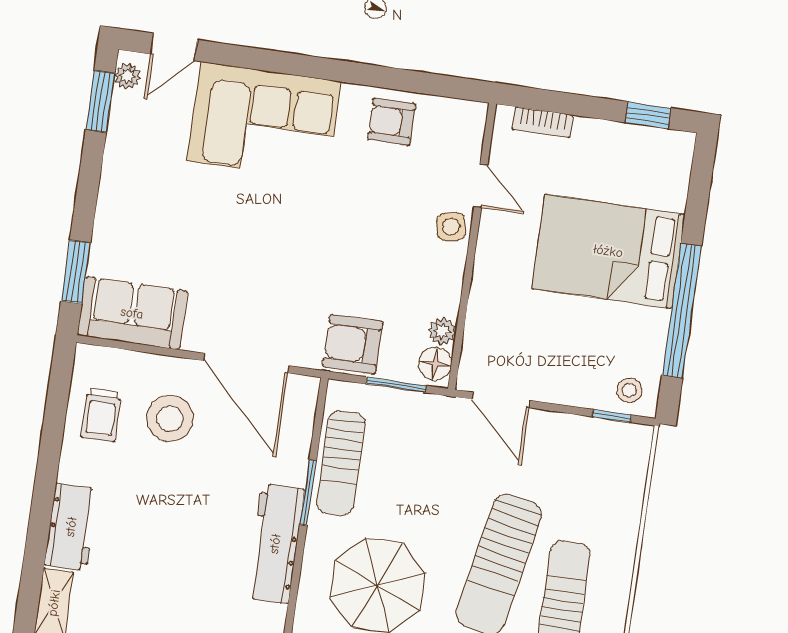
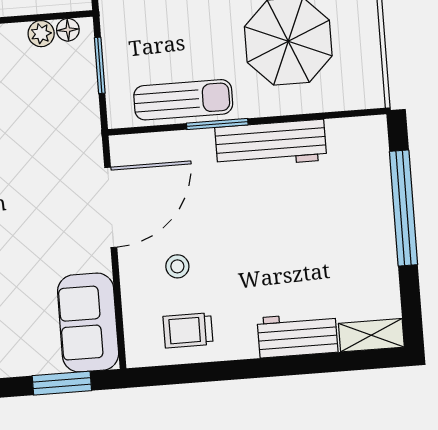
armchair: (353, 344) -> (71, 114), removed
floor lamp: (435, 364) -> (68, 30), width x0.73, depth x0.73
trolley: (101, 415) -> (188, 330), turned 180
stool: (170, 419) -> (177, 266), width x0.53, depth x0.53

